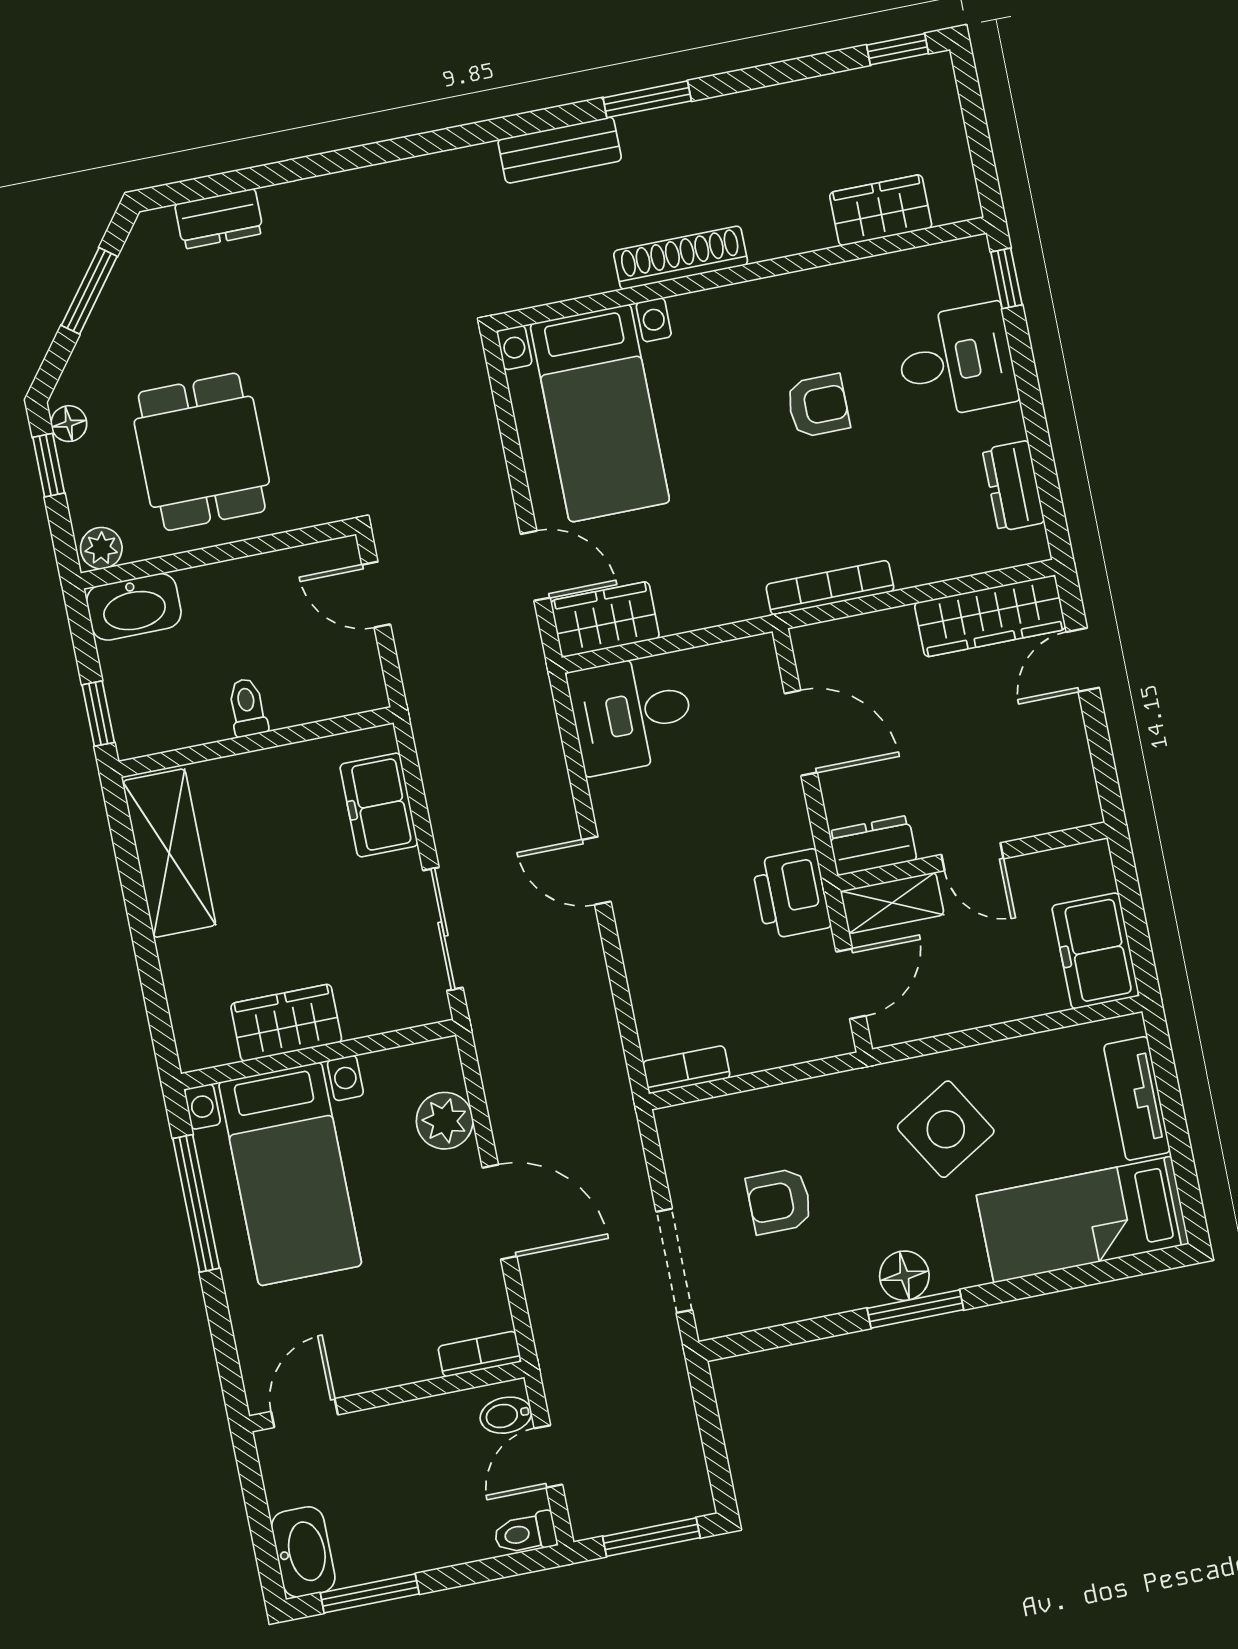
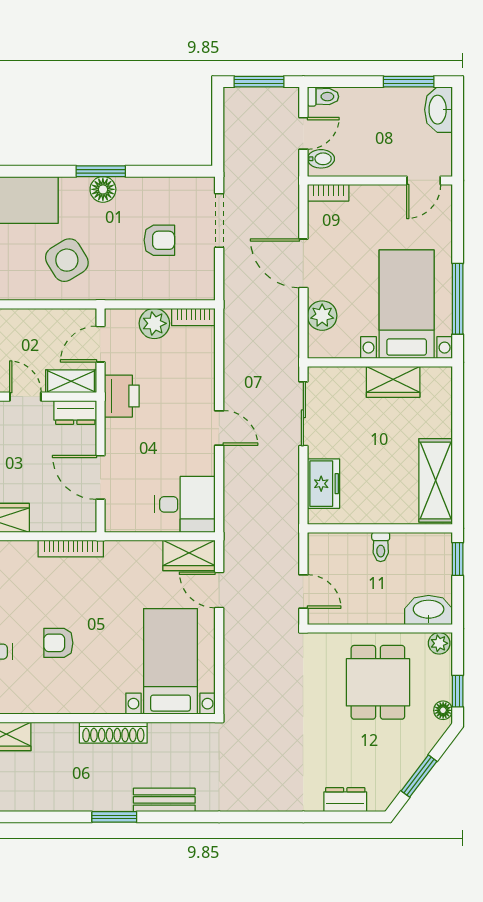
plant: (757, 1043) -> (154, 323), added

